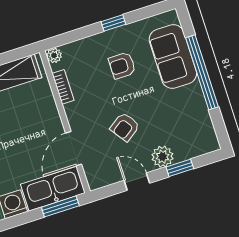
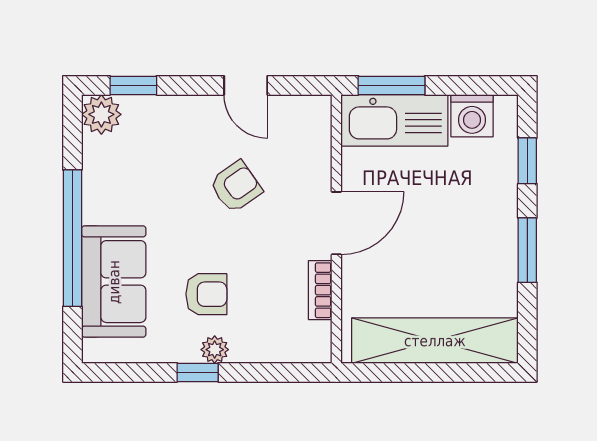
plant: (54, 55) -> (215, 350), moved
door: (74, 149) -> (336, 223), moved
plant: (162, 157) -> (101, 114), moved
window: (180, 168) -> (133, 85), moved

